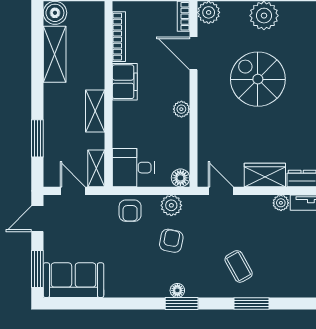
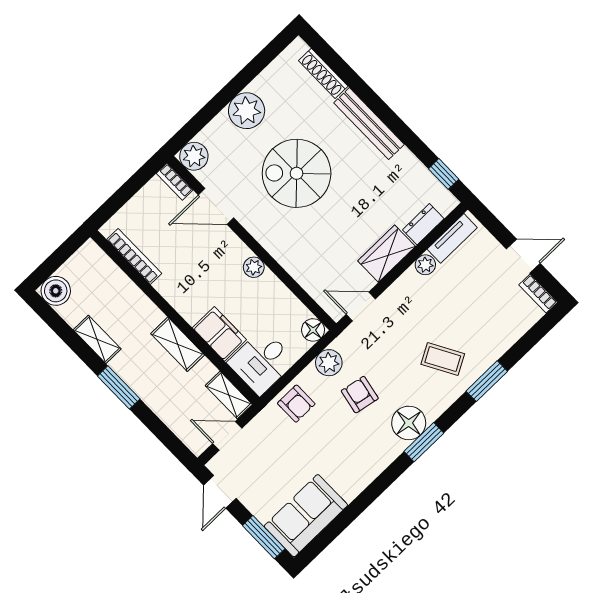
shelving: (55, 54) -> (97, 339), width x0.67, depth x0.75
filing cabinet: (125, 82) -> (219, 334), moved
window: (37, 138) -> (119, 387), moved
floor lamp: (177, 290) -> (409, 423), width x1.89, depth x1.89

